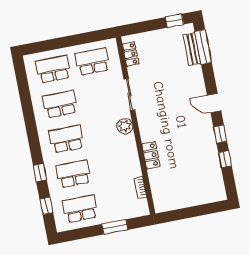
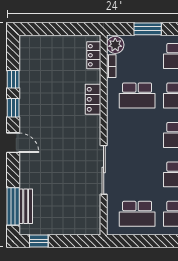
locker: (131, 54) -> (94, 55), moved
sliding door: (129, 95) -> (104, 170), width x1.37
plant: (125, 126) -> (115, 45), moved
school desk: (113, 166) -> (137, 95), added

